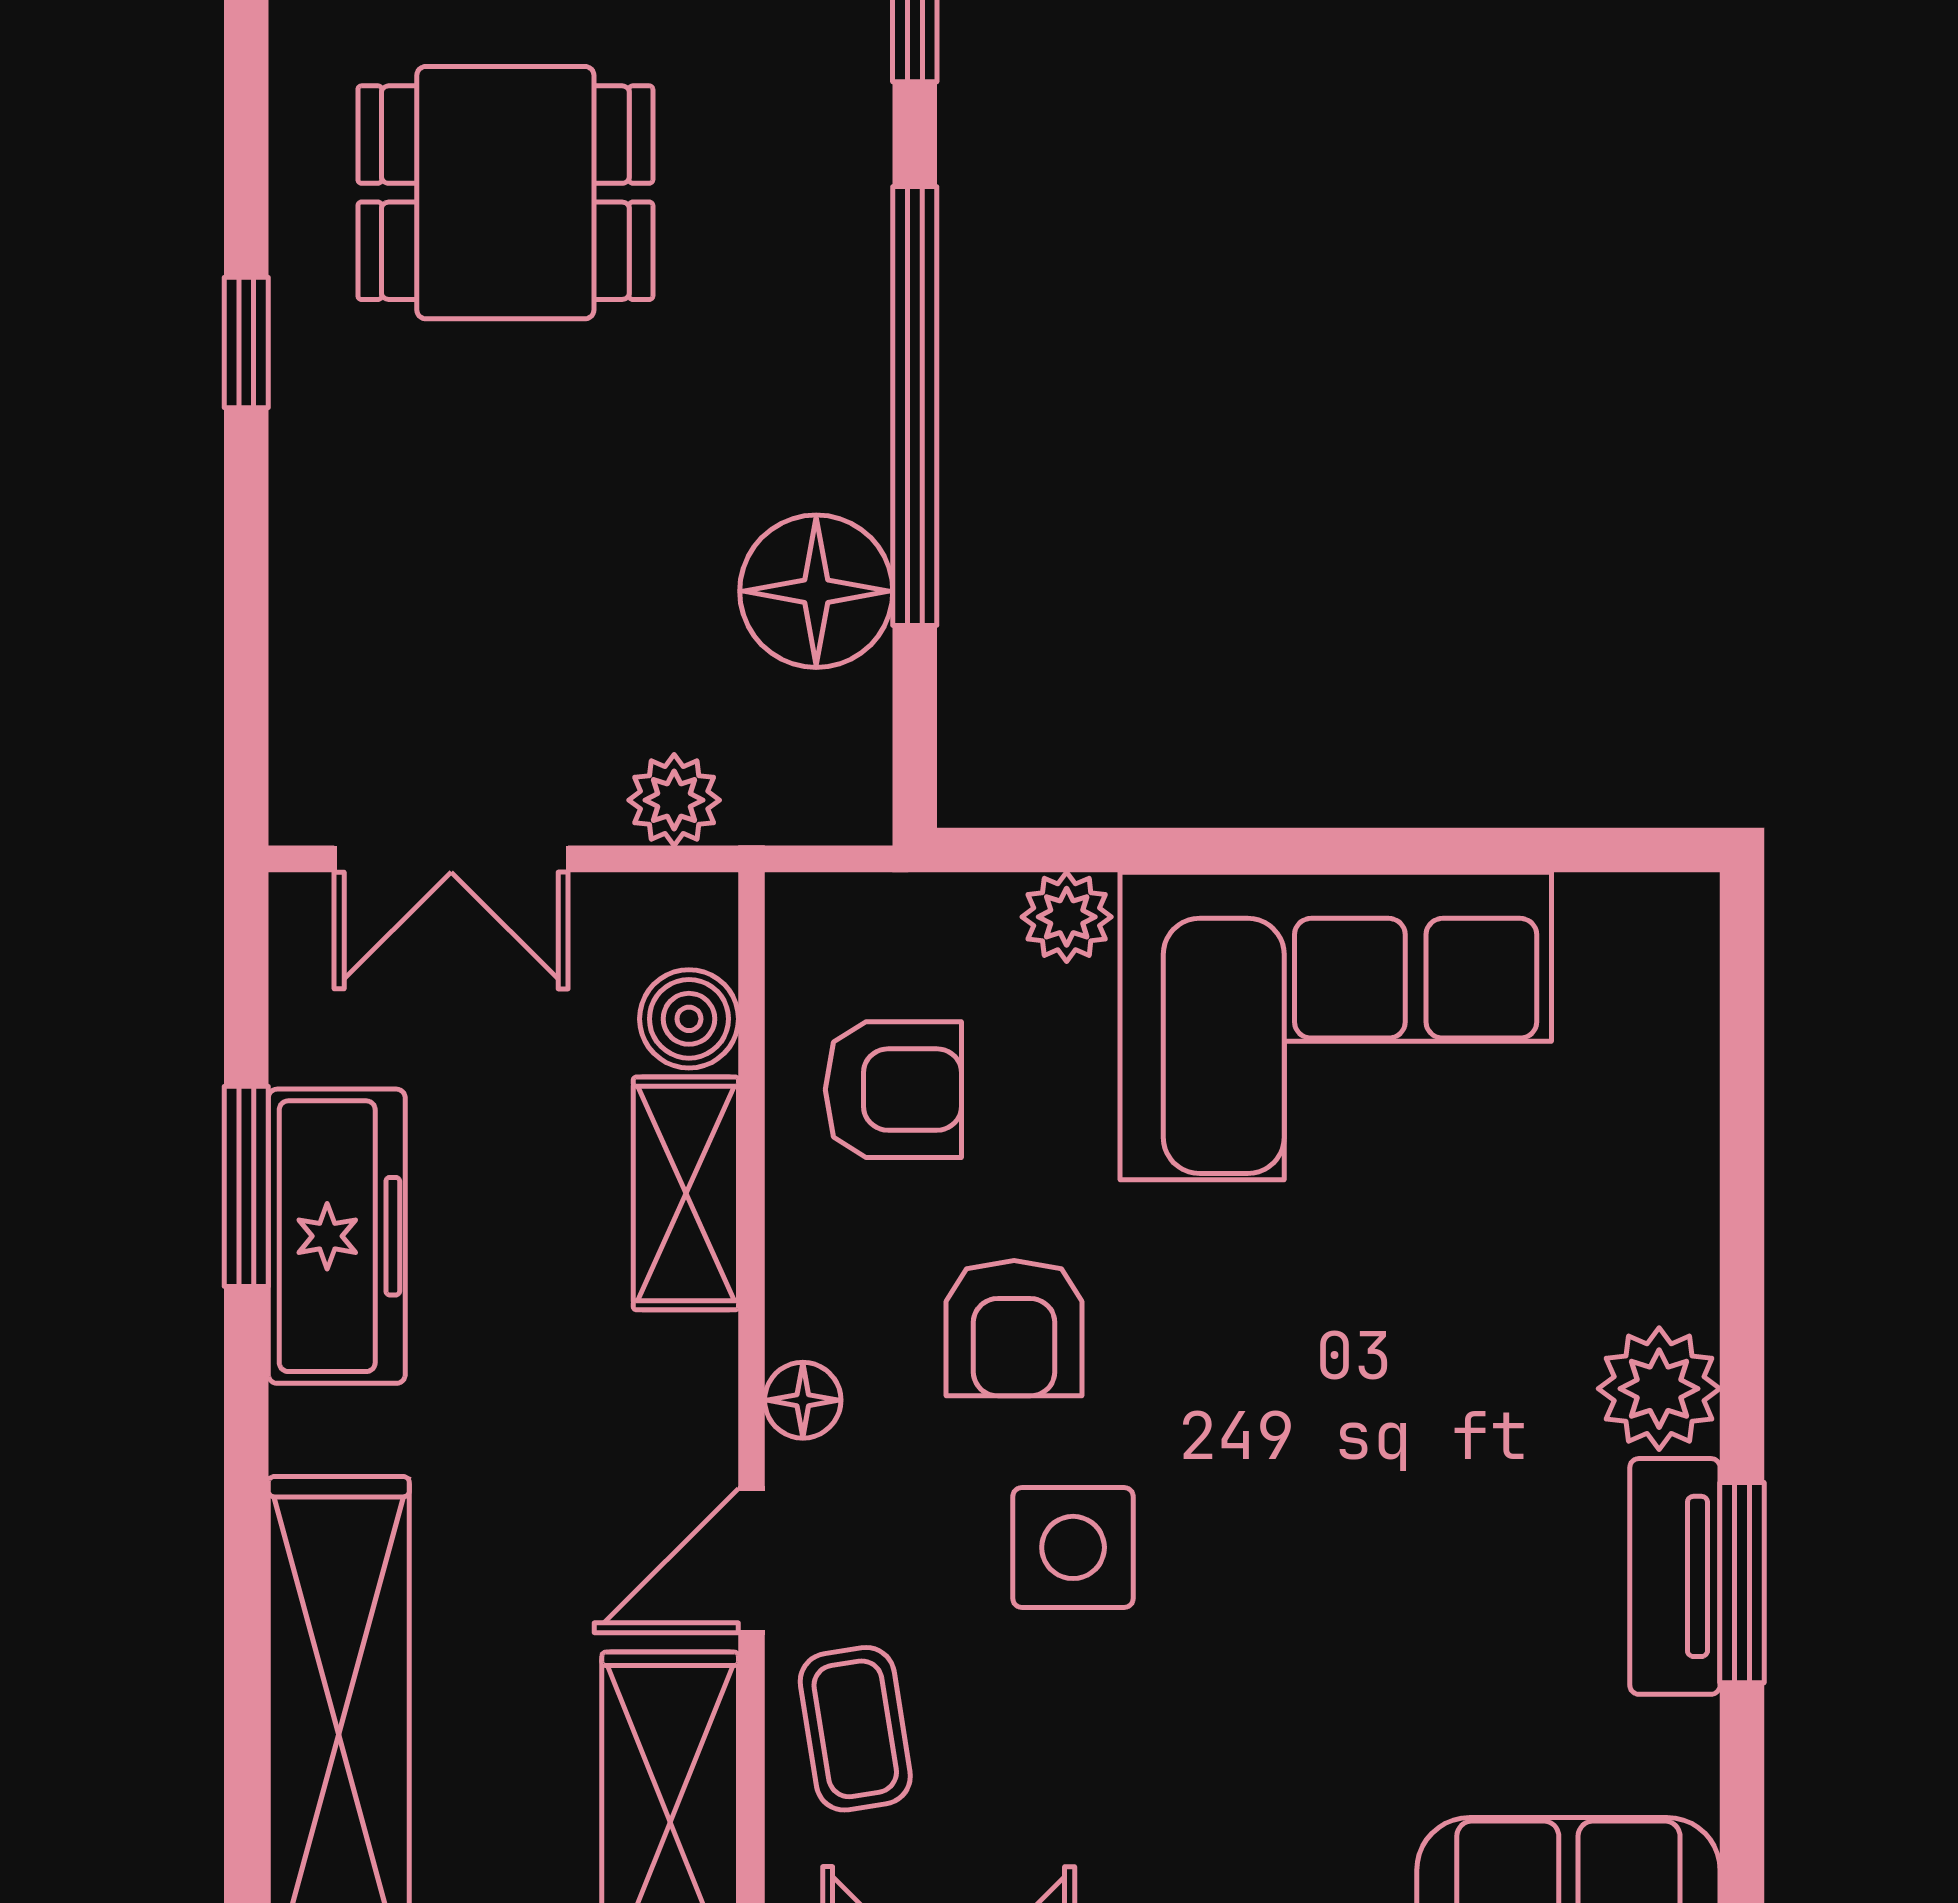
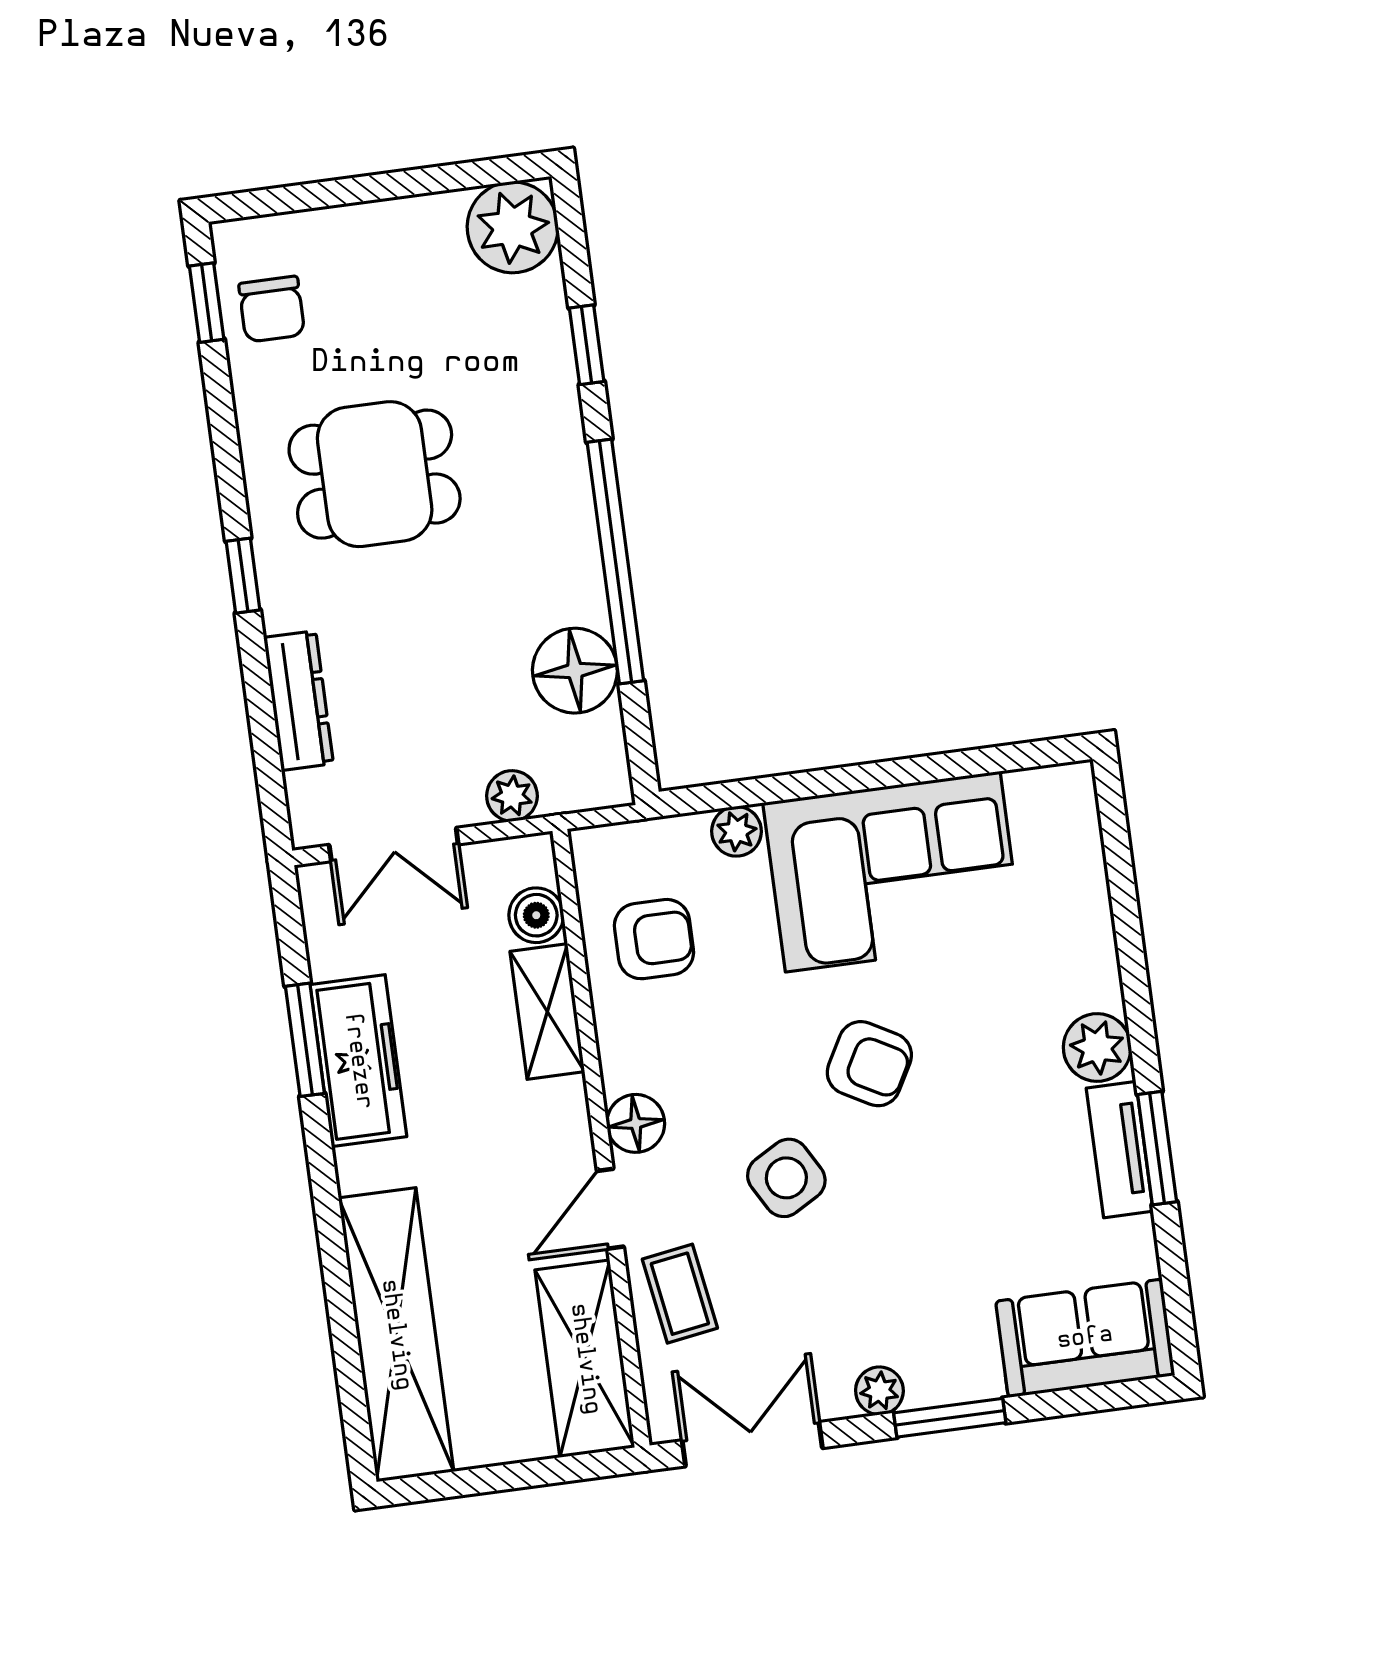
dresser: (316, 579) -> (299, 701), added
armchair: (1014, 1328) -> (869, 1064), moved, turned -61
floor lamp: (803, 1400) -> (636, 1123), width x1.37, depth x1.37
side table: (1073, 1547) -> (786, 1178), turned -30

